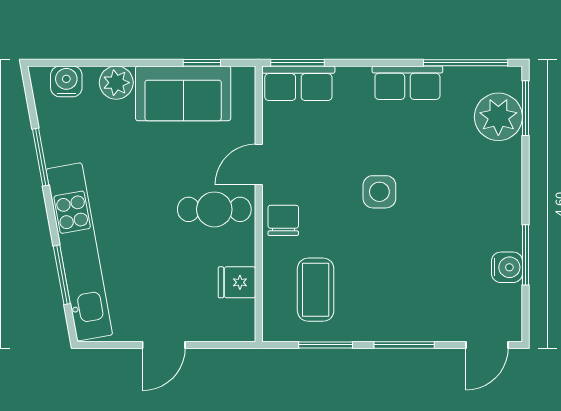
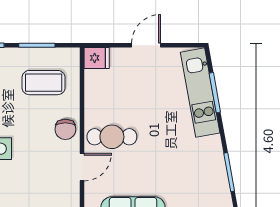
kitchen unit: (79, 252) -> (200, 93), width x0.73
fridge: (237, 282) -> (97, 58), moved
coffee table: (316, 290) -> (44, 83), turned 90

